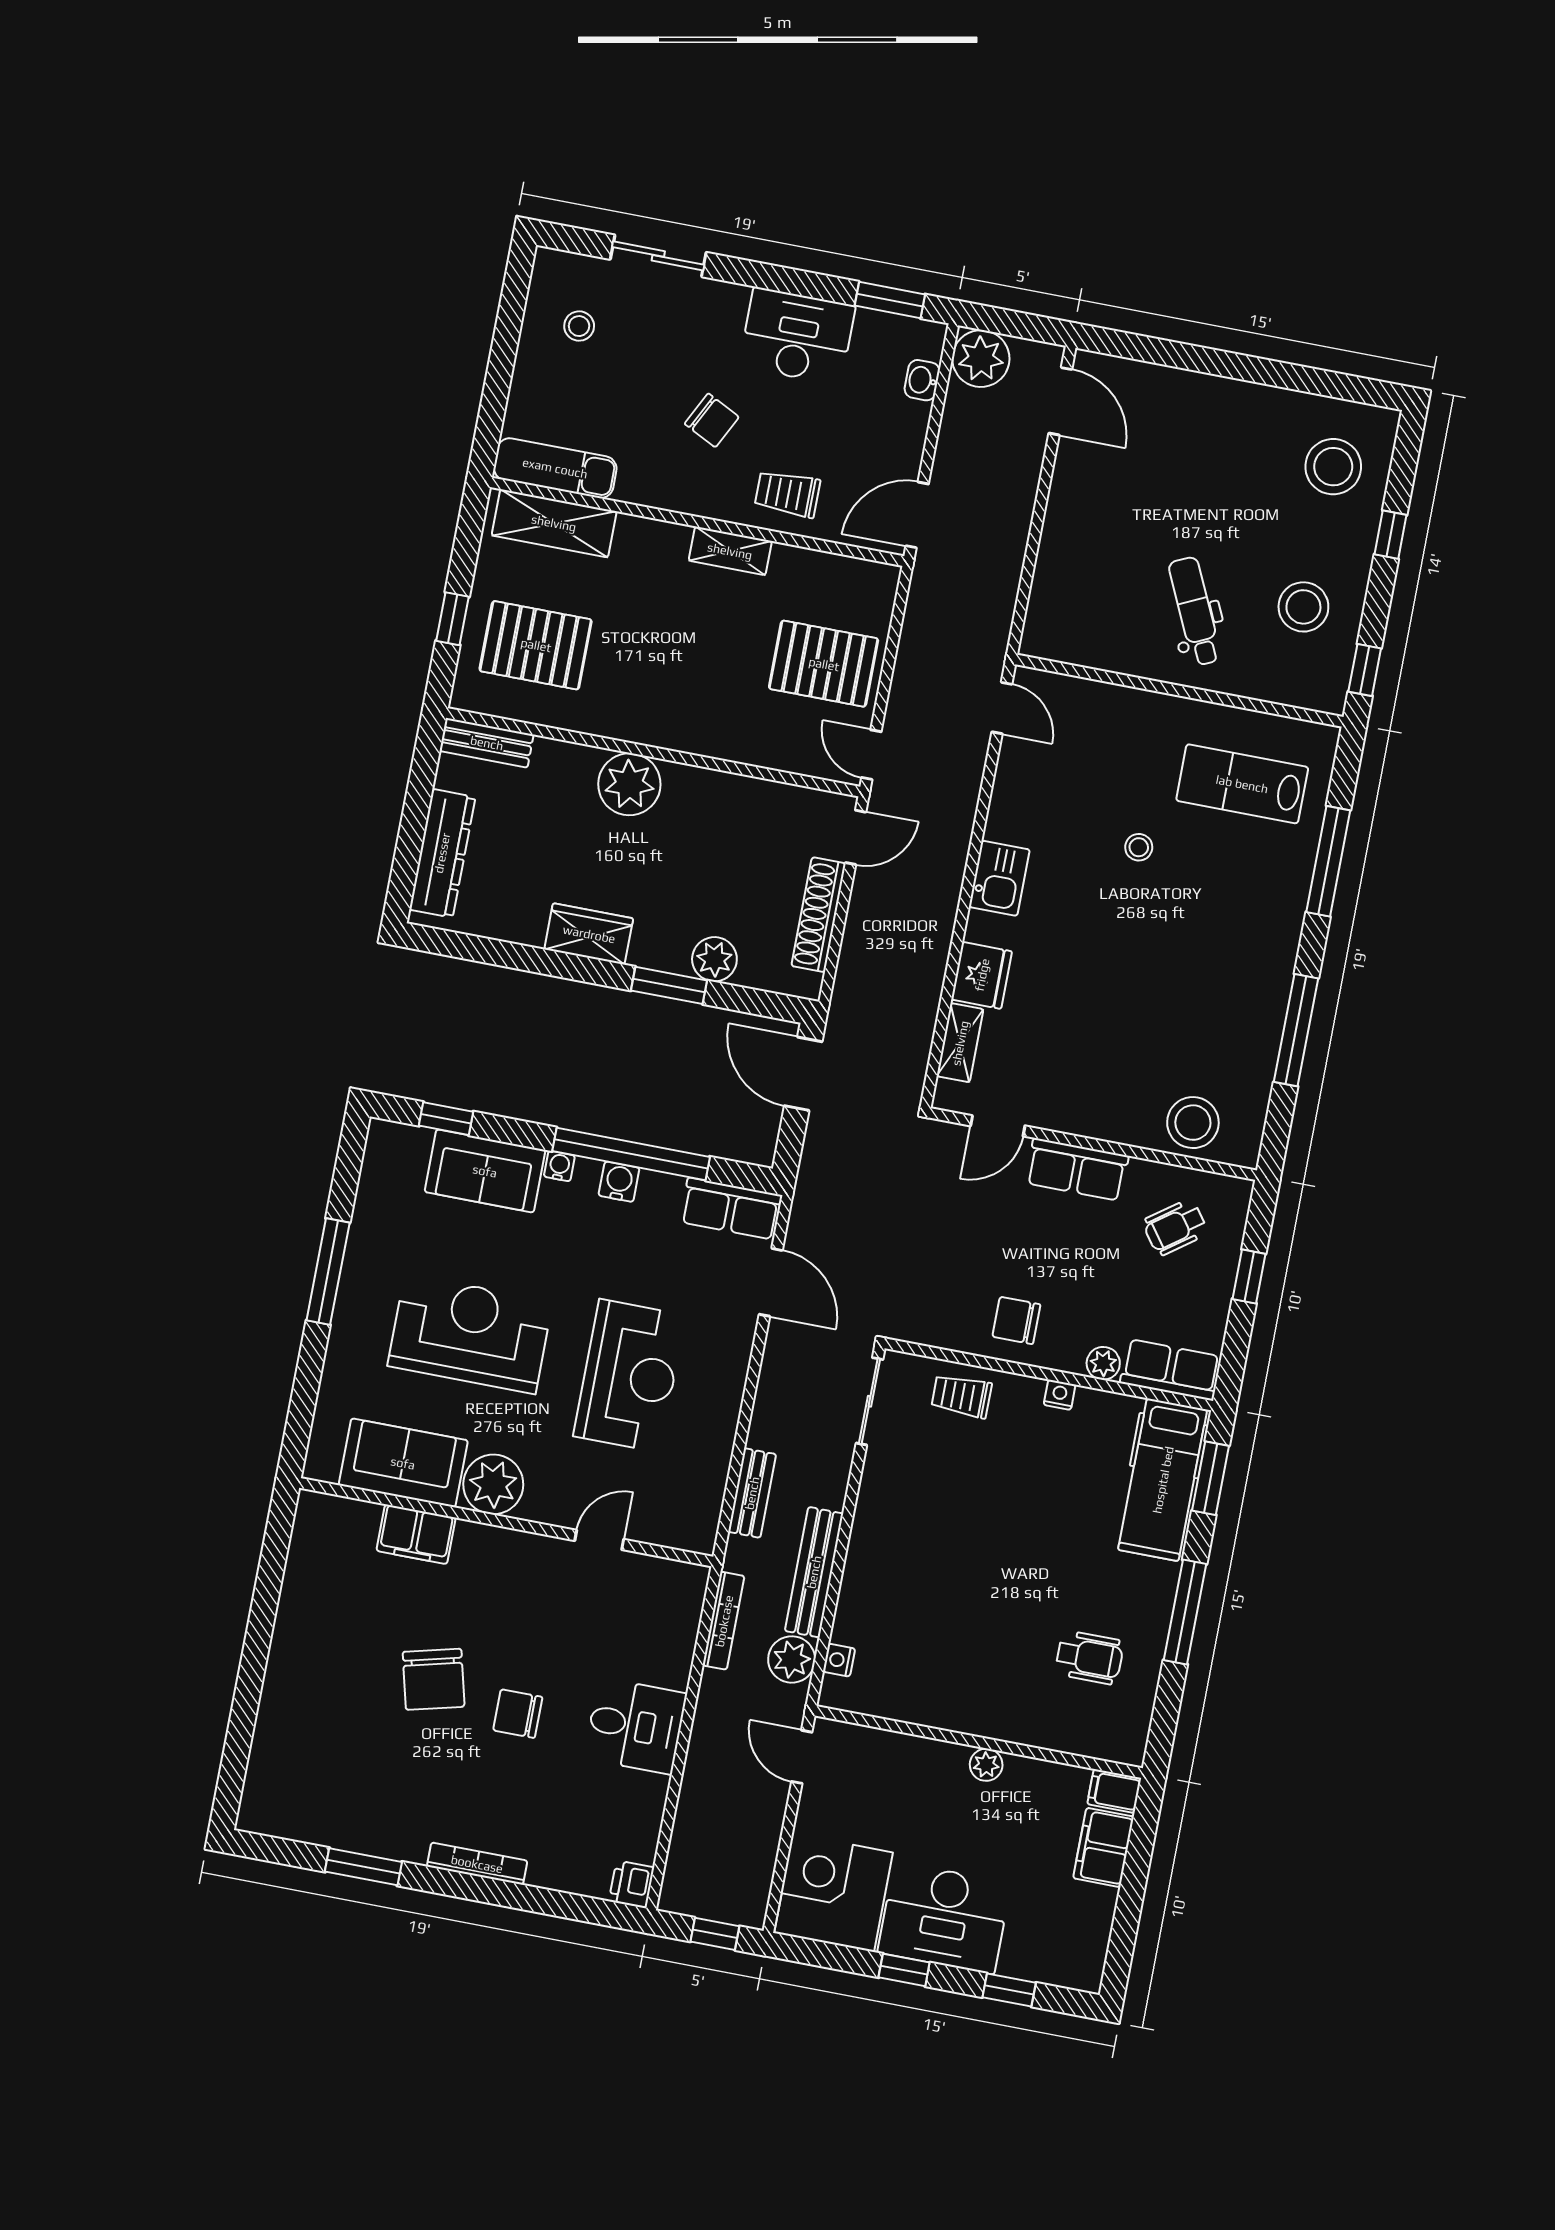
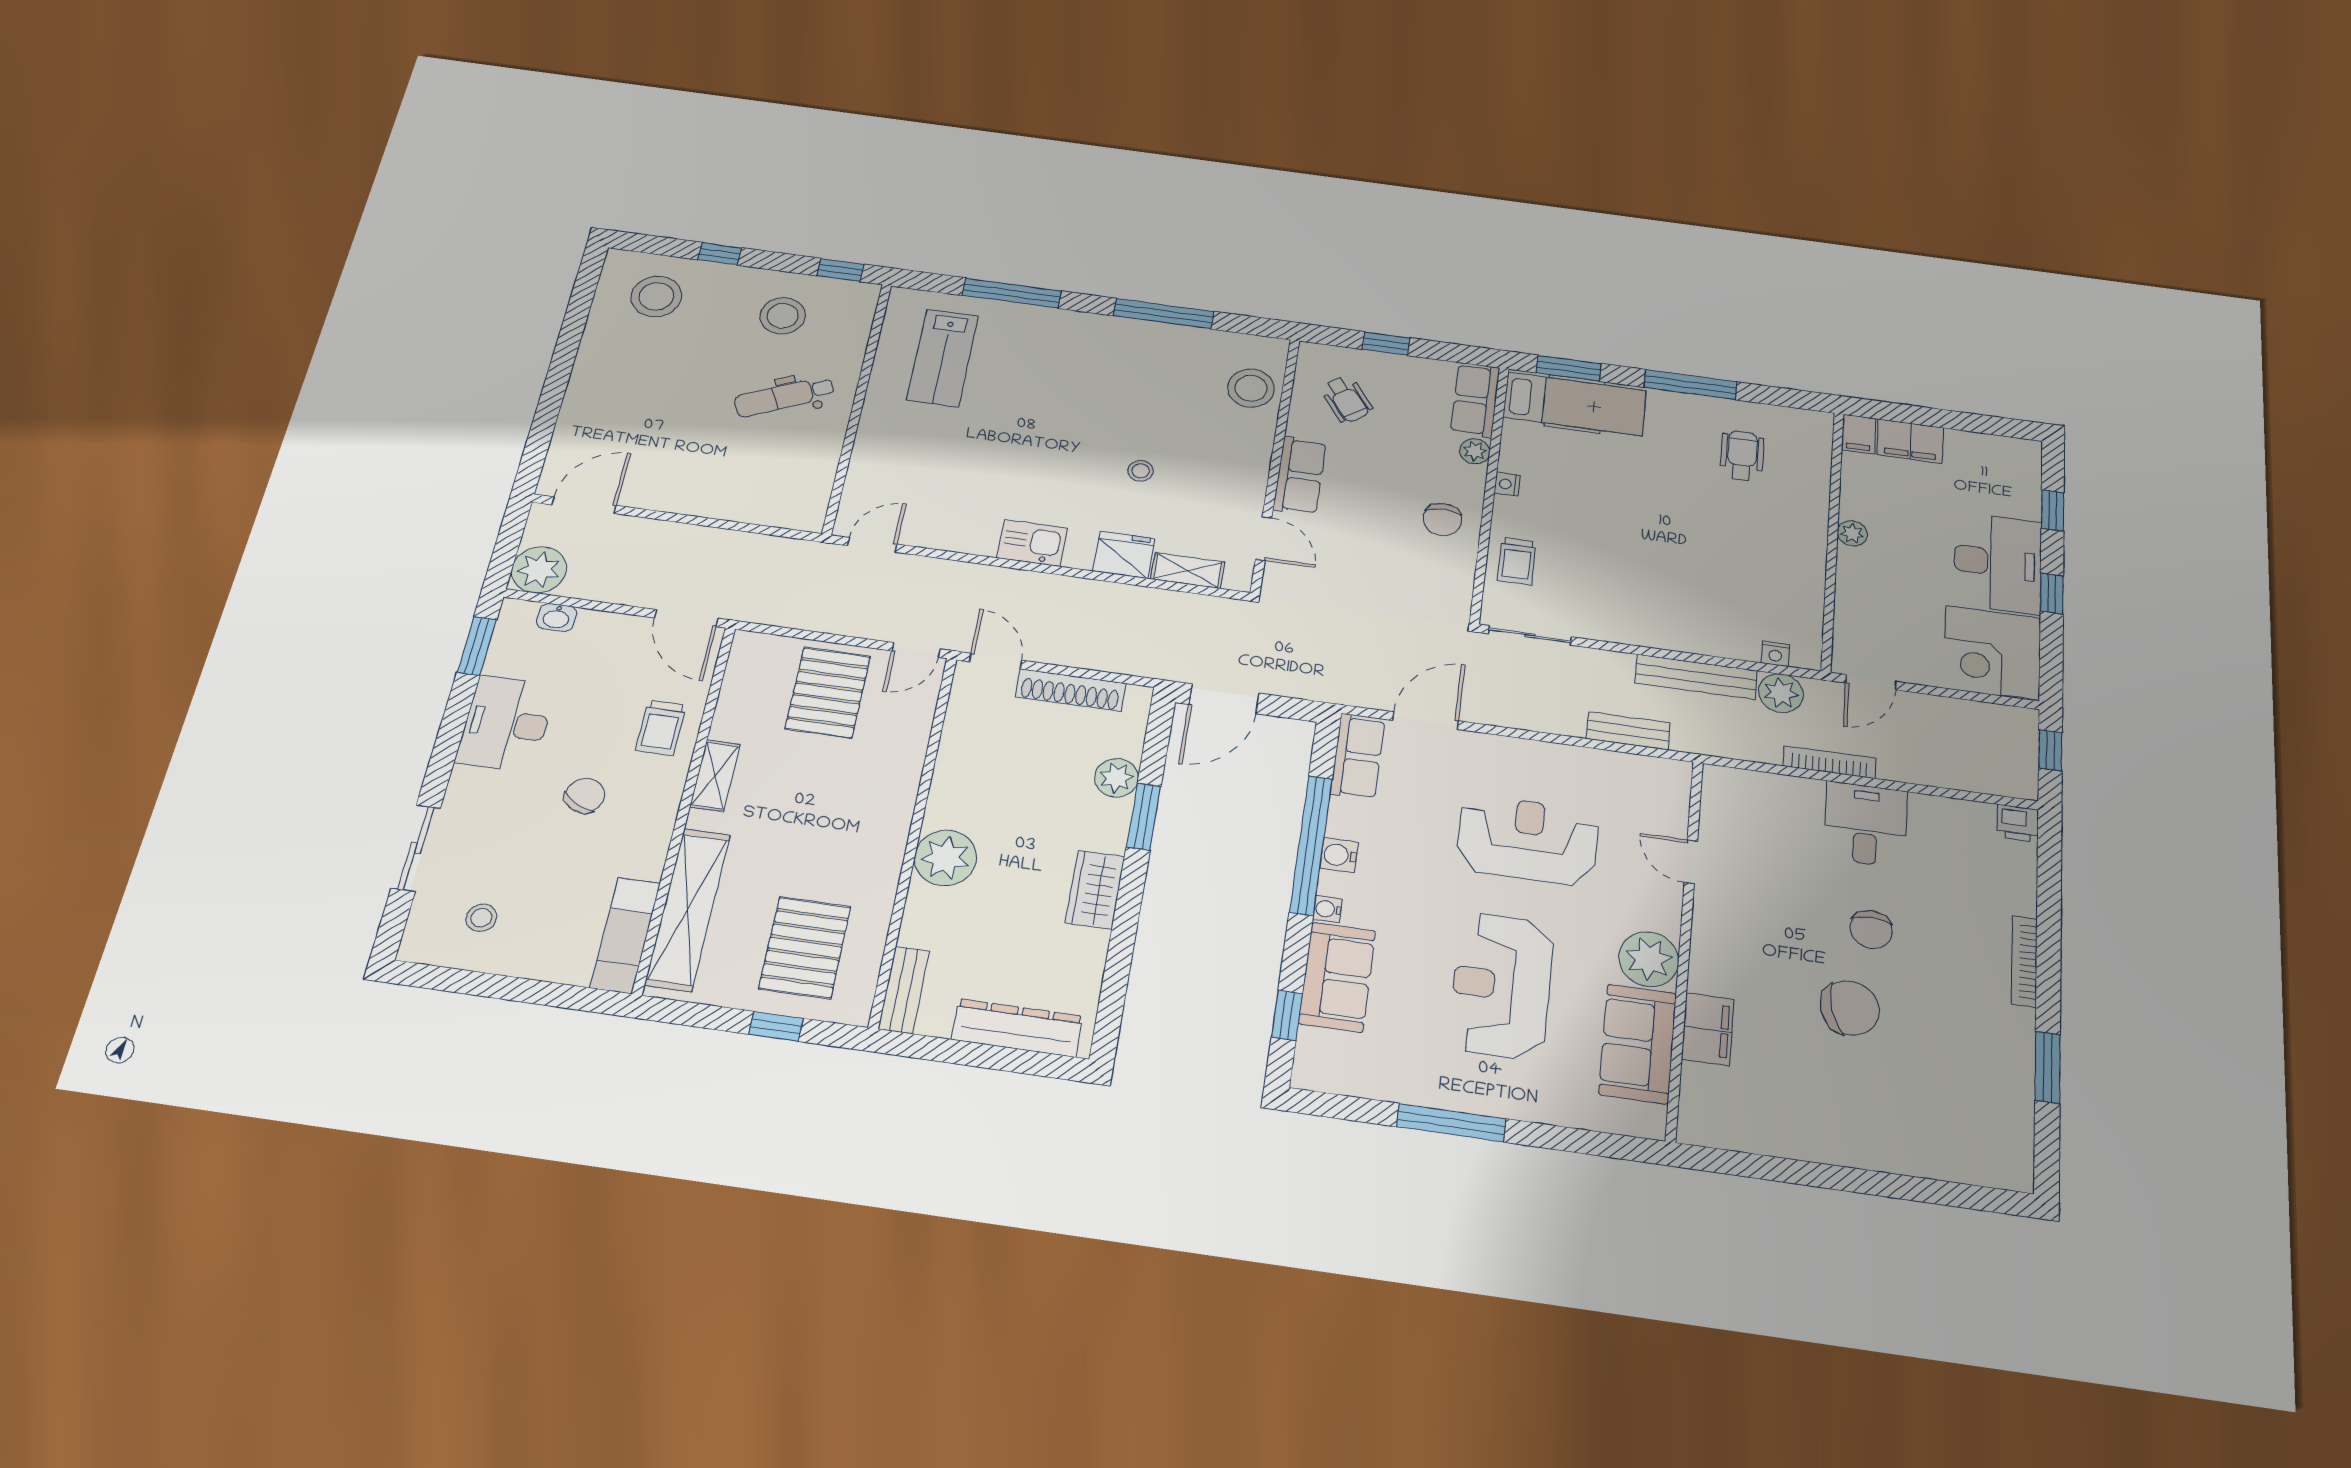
shelving: (554, 523) -> (688, 909), width x1.47
stool: (1139, 847) -> (1141, 471), moved
bookcase: (724, 1621) -> (1829, 762), moved

